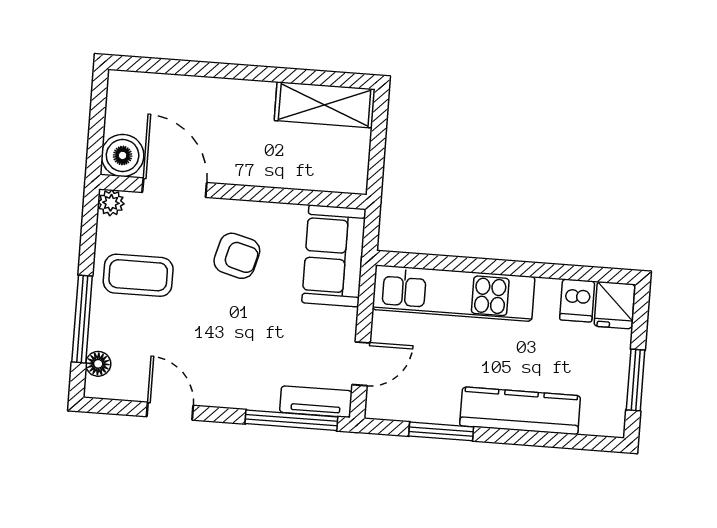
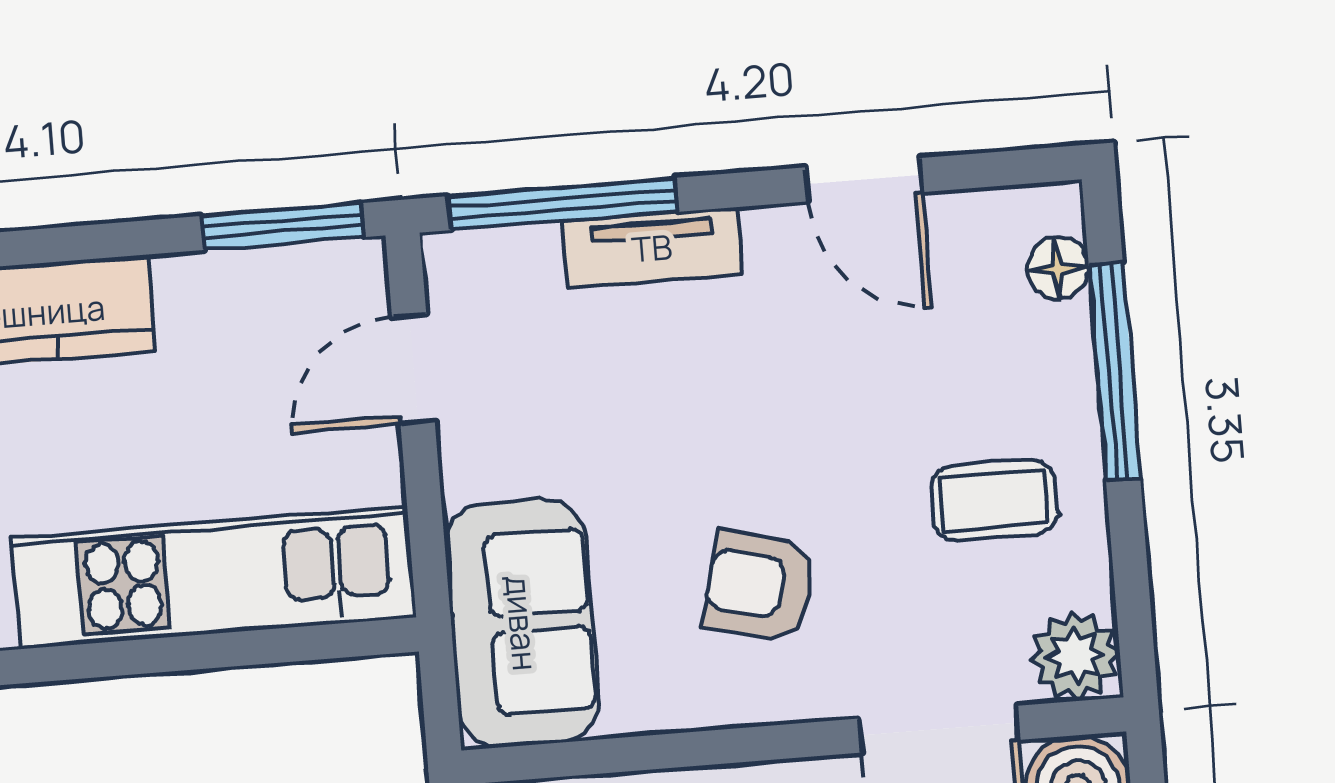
plant: (111, 203) -> (1075, 656), width x1.38, depth x1.38
coffee table: (138, 275) -> (994, 500), width x0.73, depth x0.77
tv unit: (316, 402) -> (652, 248), moved
window: (441, 431) -> (283, 226), moved

